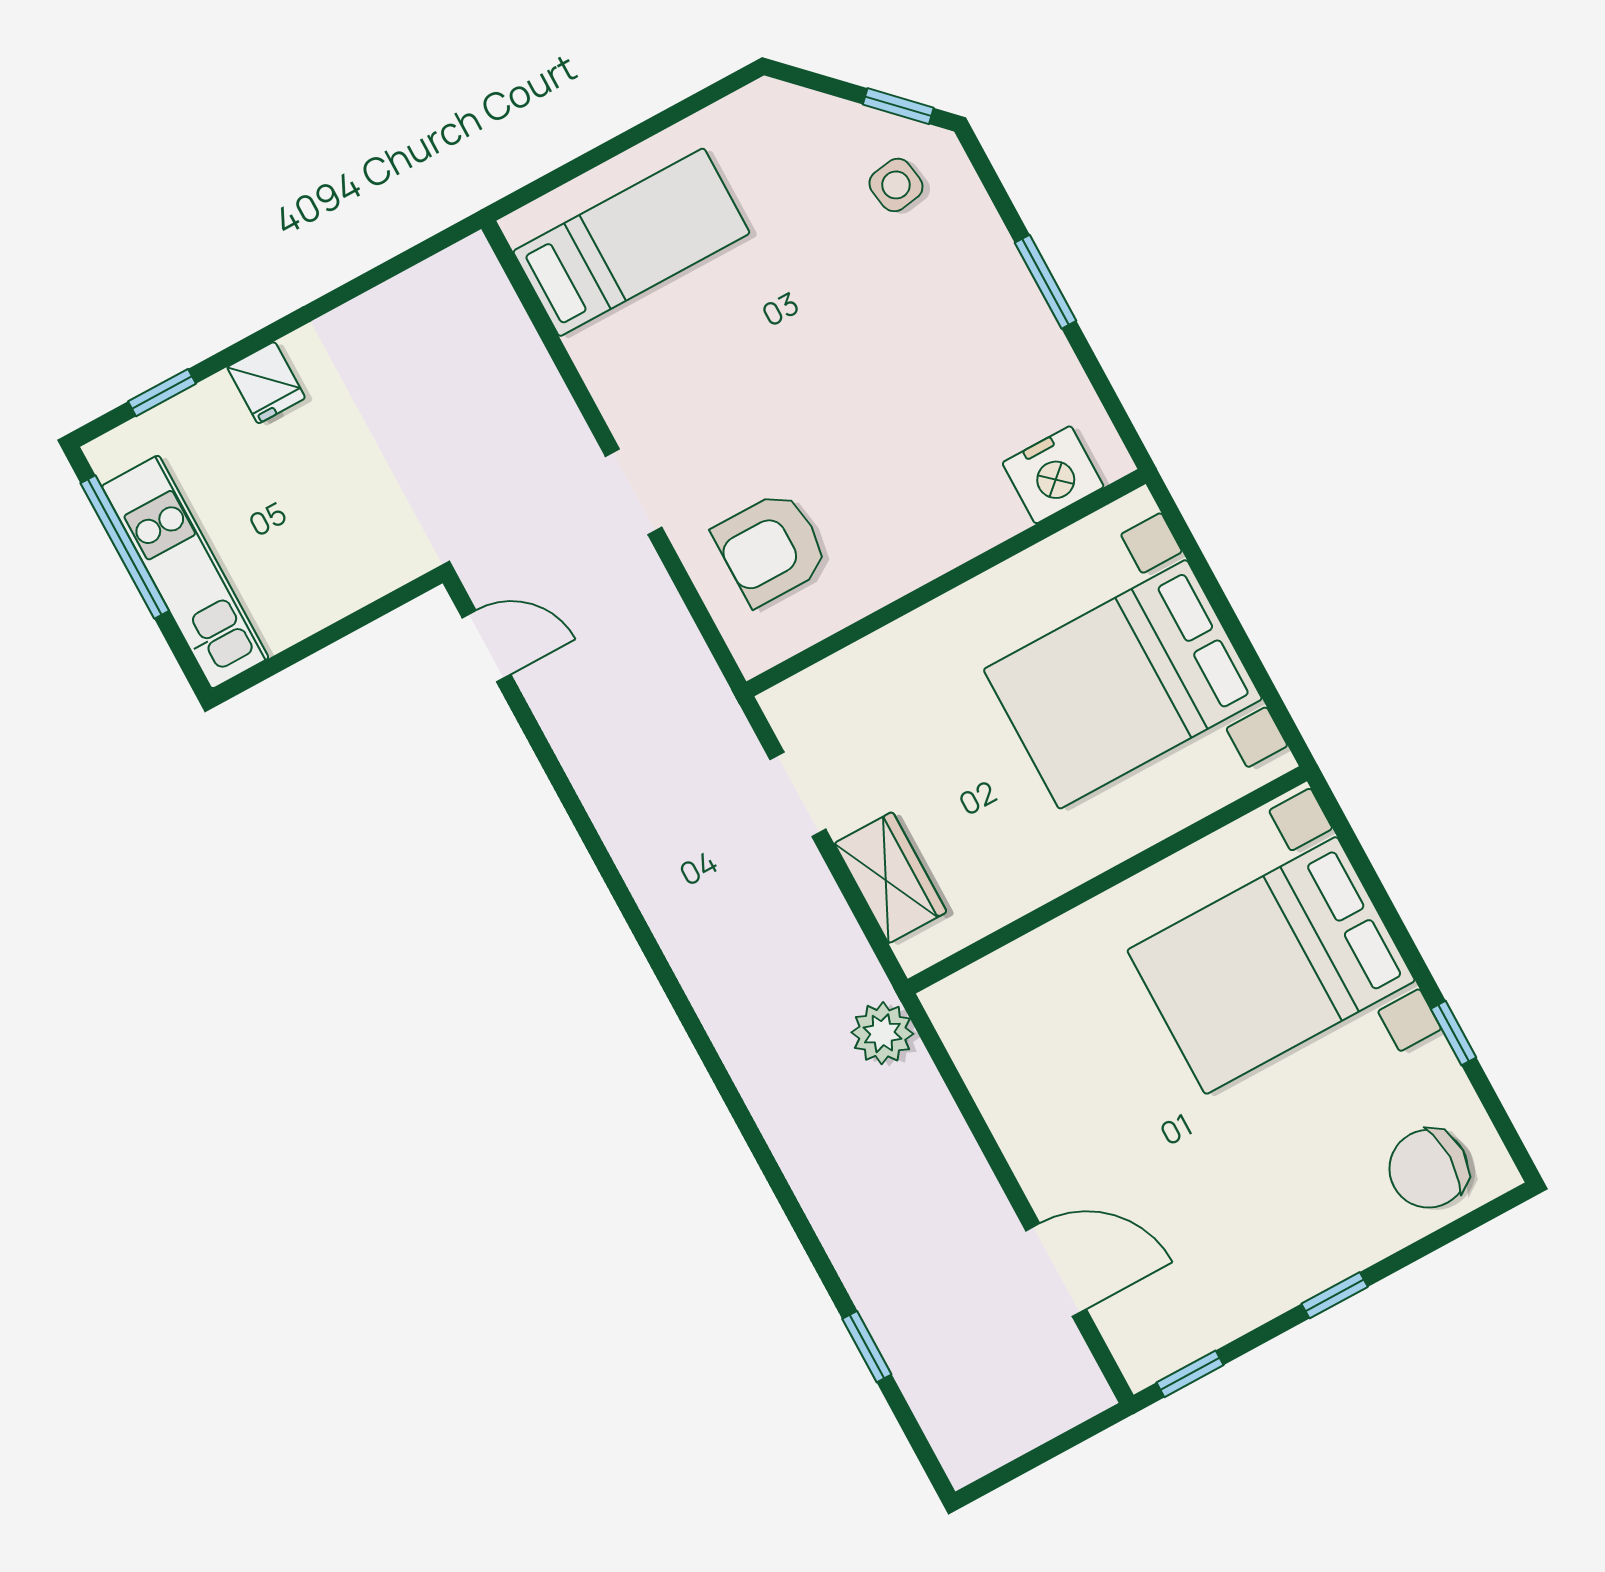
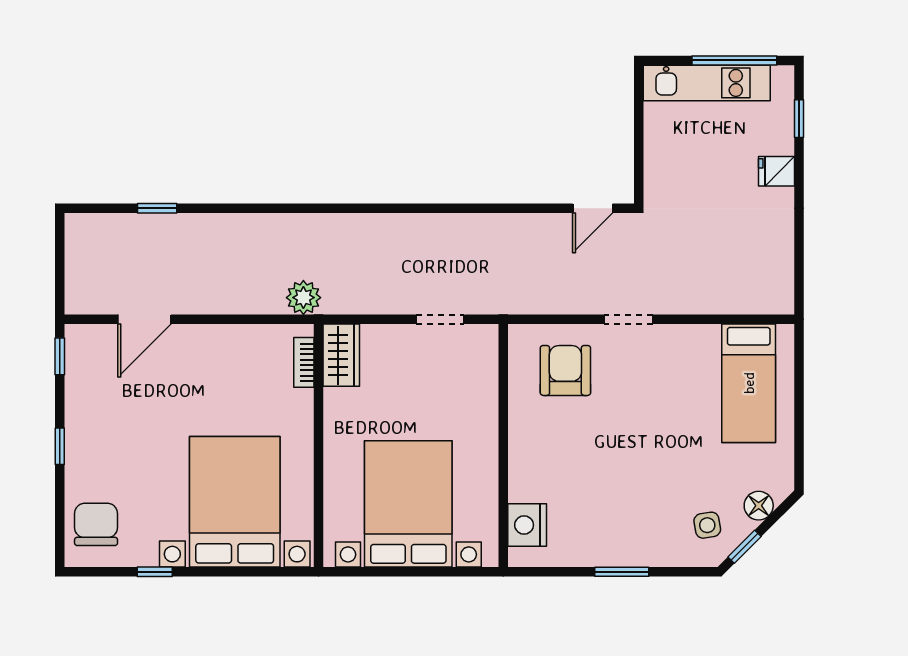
floor lamp: (820, 119) -> (759, 506), added
wardrobe: (891, 878) -> (341, 355), moved, turned -90
bookcase: (987, 976) -> (304, 362), added

